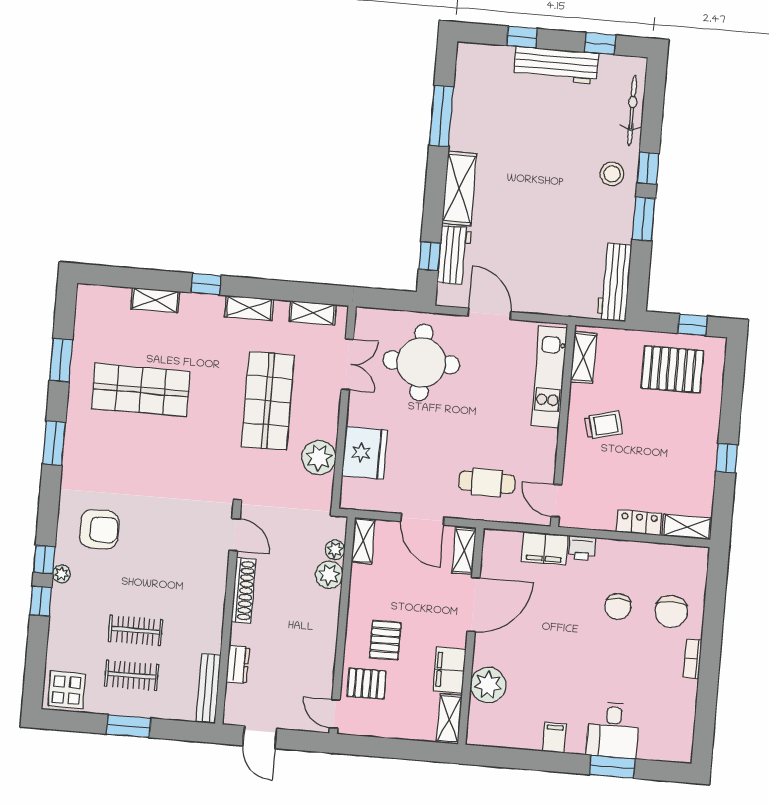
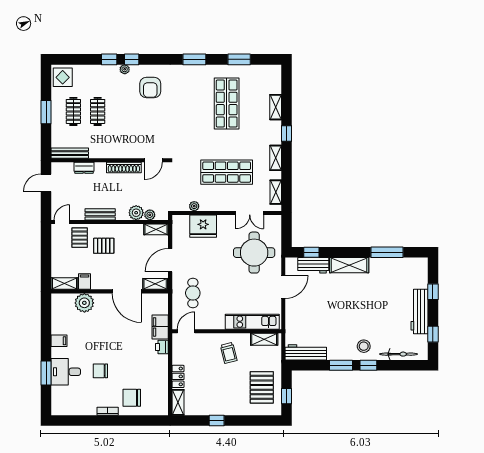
plant: (319, 458) -> (194, 206), width x0.53, depth x0.53
chair: (618, 607) -> (100, 371), moved
bench: (326, 642) -> (100, 214), added
filing cabinet: (450, 670) -> (85, 282), width x0.50

